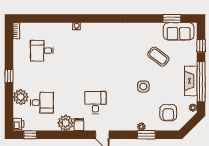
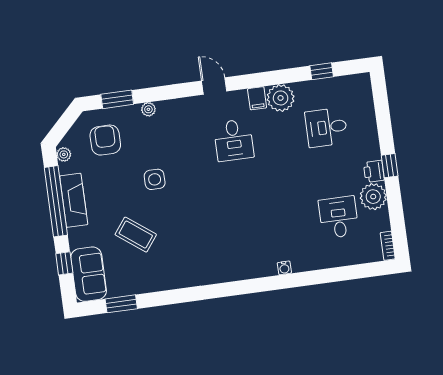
sofa: (179, 31) -> (89, 274), moved, turned 90
desk: (42, 51) -> (339, 217), turned -90
plant: (21, 97) -> (373, 197), moved
printer: (18, 124) -> (374, 171), moved
window: (30, 135) -> (322, 71), moved
window: (146, 135) -> (117, 99), moved

